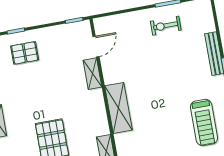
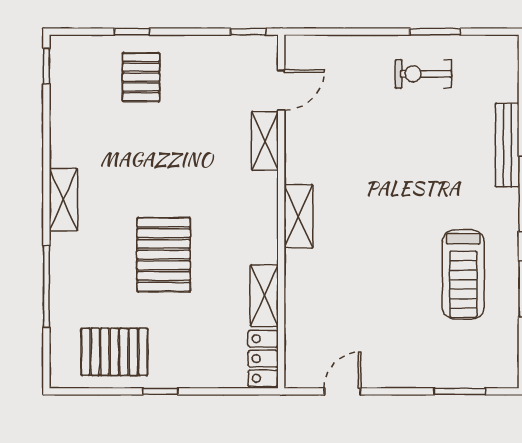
pallet: (25, 53) -> (141, 77), turned 90
shelving: (118, 108) -> (298, 216), width x0.67, depth x0.75

